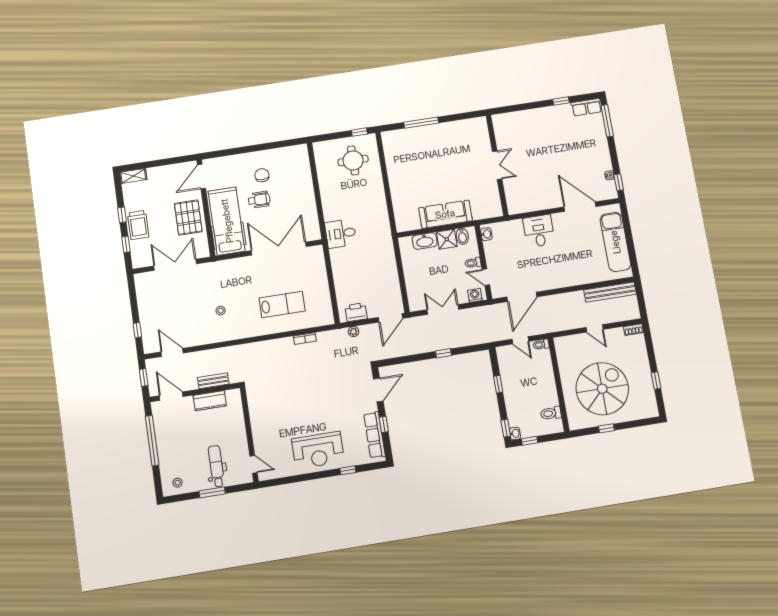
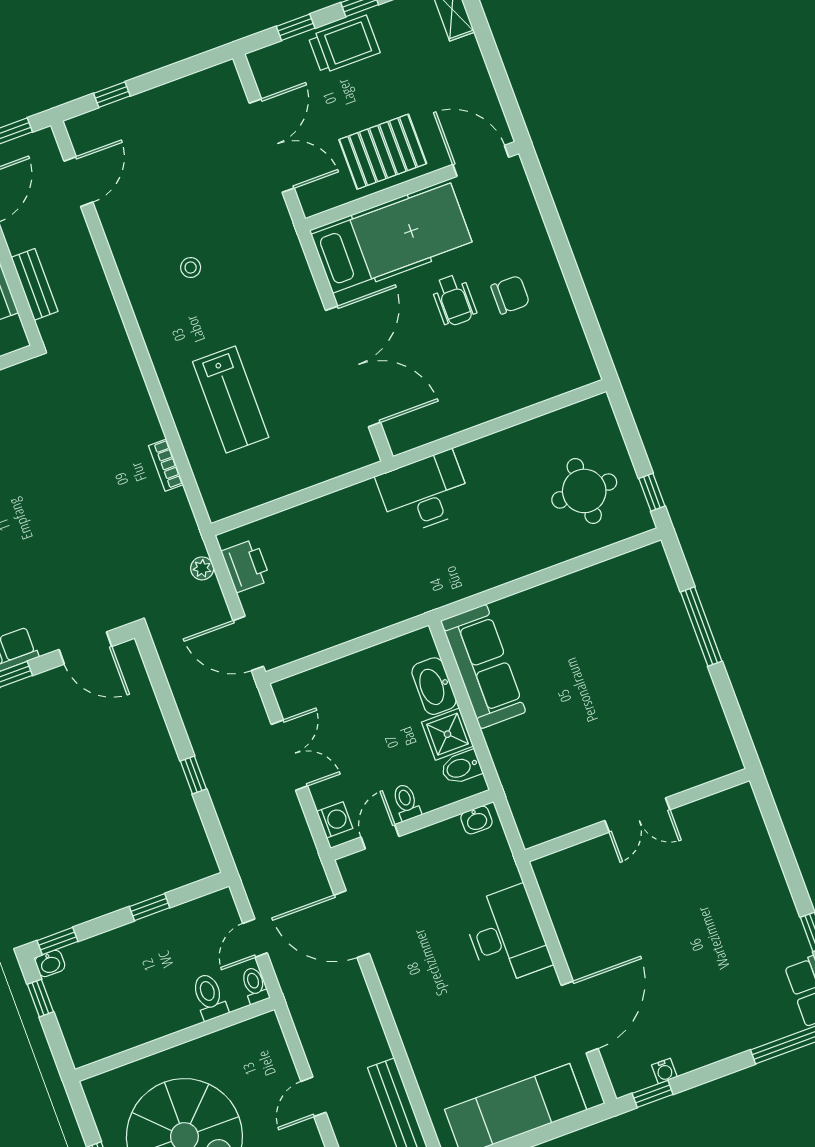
sofa: (445, 214) -> (483, 666), moved
trolley: (138, 225) -> (344, 44), turned 180
desk: (539, 231) -> (507, 935), width x1.37
desk: (341, 234) -> (424, 493), width x1.37
toilet: (551, 413) -> (209, 997), moved

